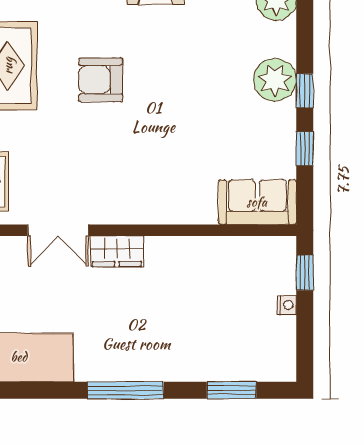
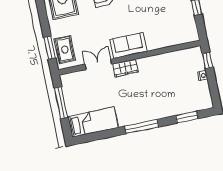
sofa: (257, 202) -> (128, 45), moved
double door: (58, 230) -> (98, 64), swing flipped

